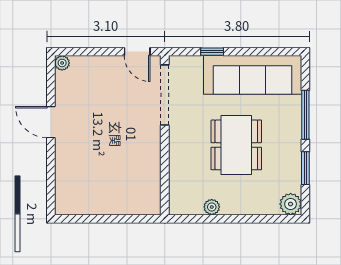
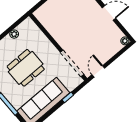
door: (137, 52) -> (98, 71), hinge flipped
dining table: (236, 145) -> (26, 68), turned 90

